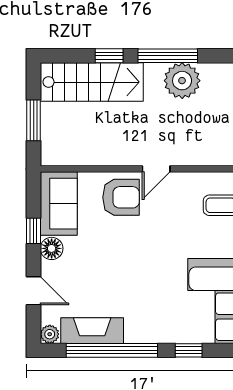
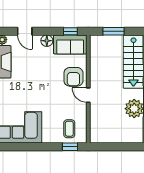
window: (34, 231) -> (70, 31), moved
door: (34, 291) -> (25, 31), hinge flipped

